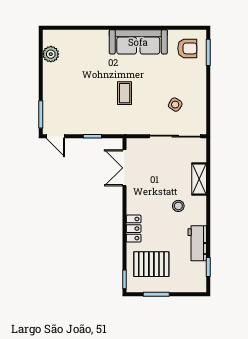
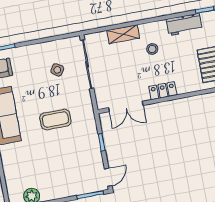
coffee table: (125, 93) -> (55, 120), width x1.36, depth x1.30
locker: (134, 229) -> (163, 91), moved

